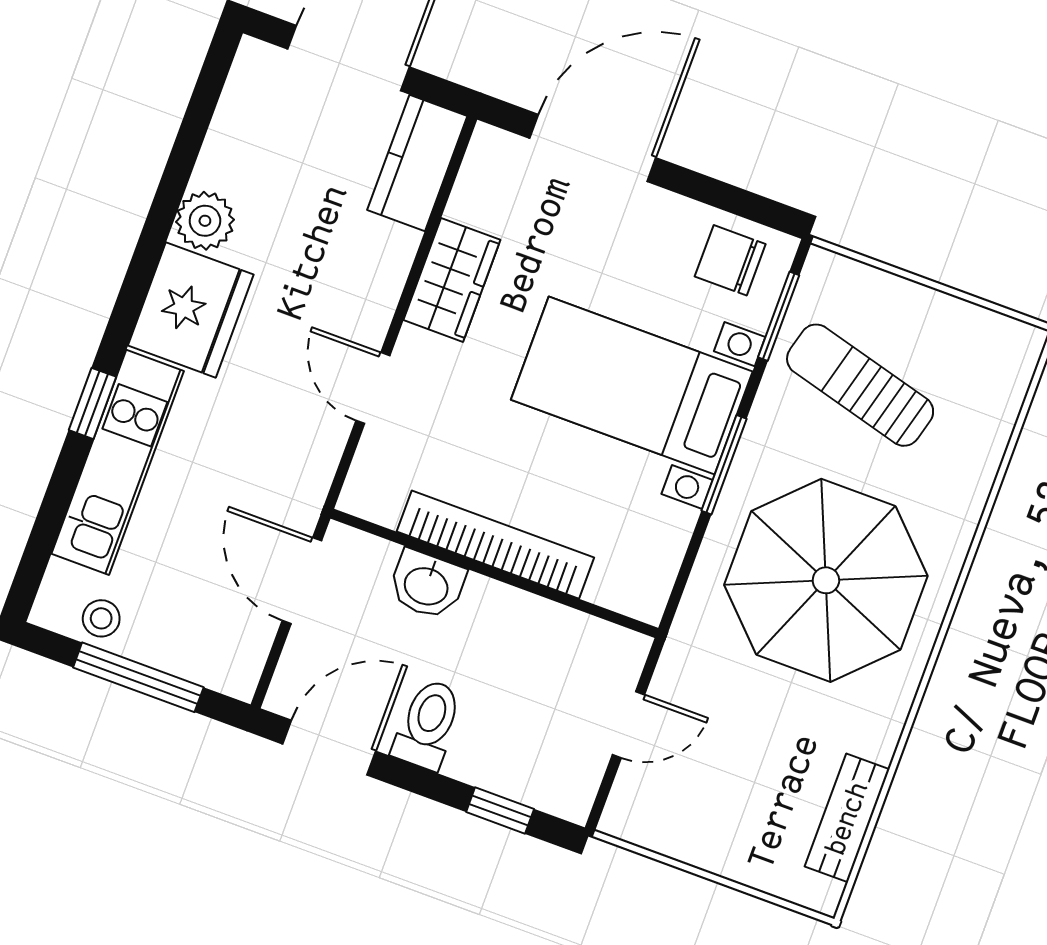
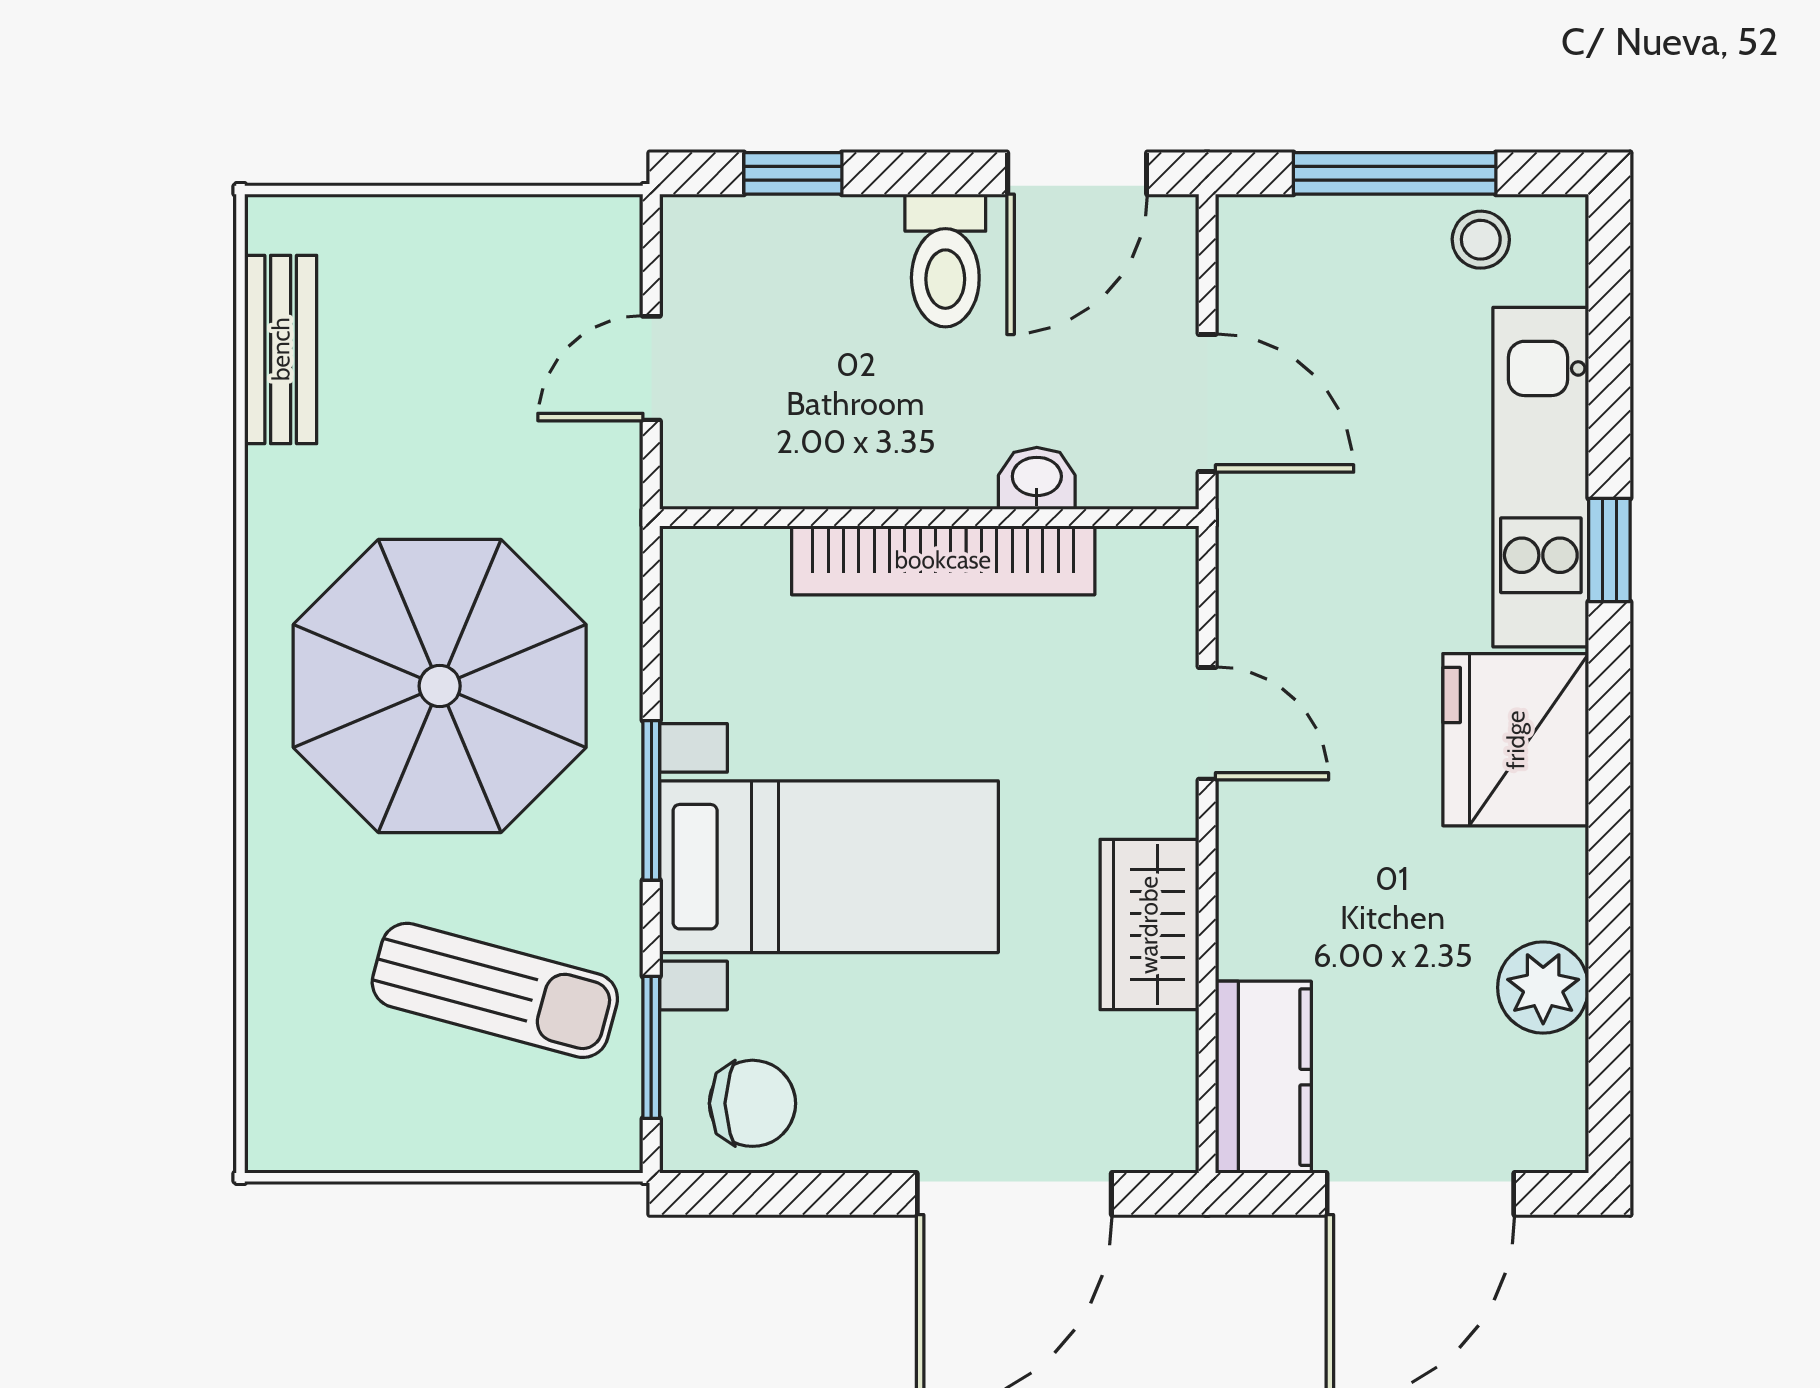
plant: (205, 221) -> (1543, 988), moved
washbasin: (427, 585) -> (1037, 478), width x0.72, depth x0.69

